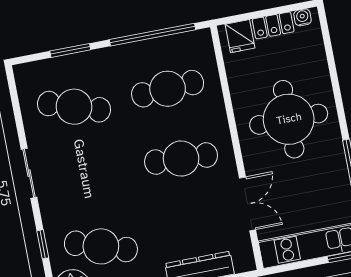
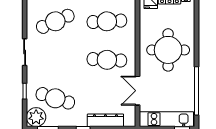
cafe table: (74, 107) -> (55, 21), turned -42
double door: (248, 204) -> (138, 91), swing flipped

